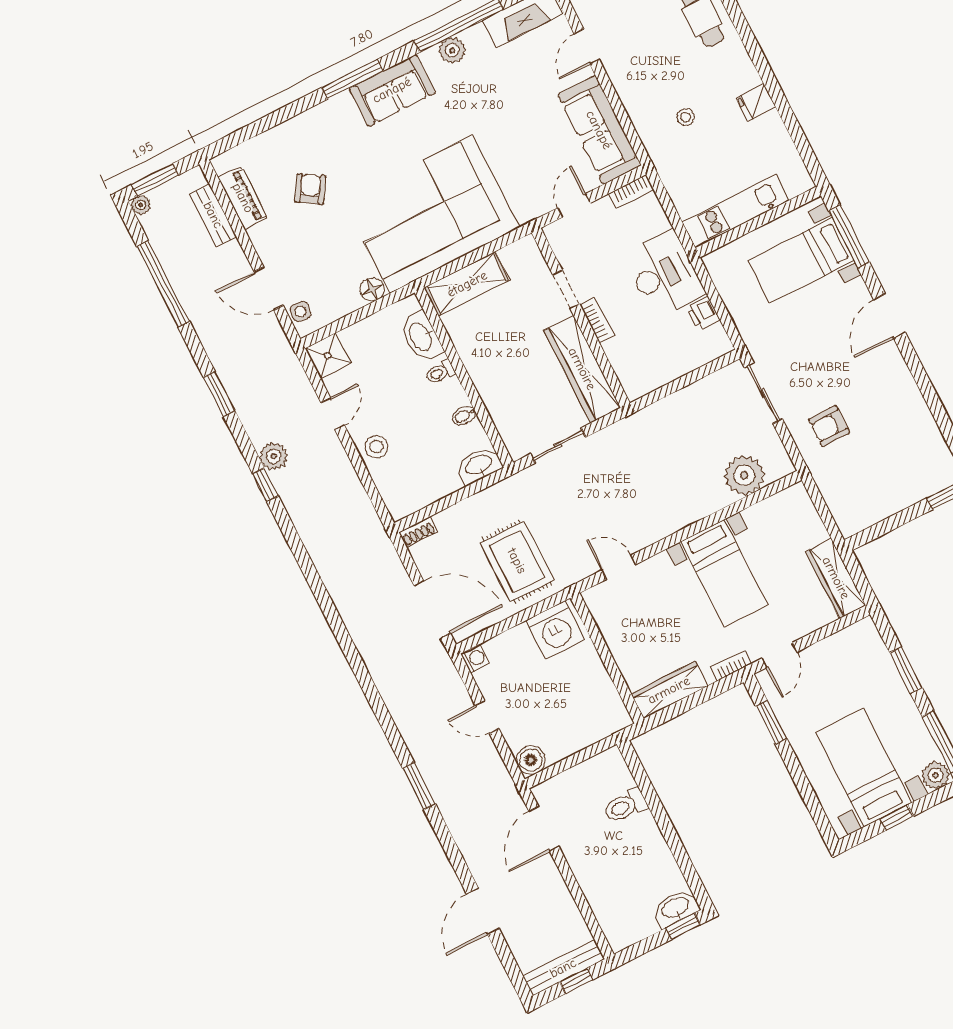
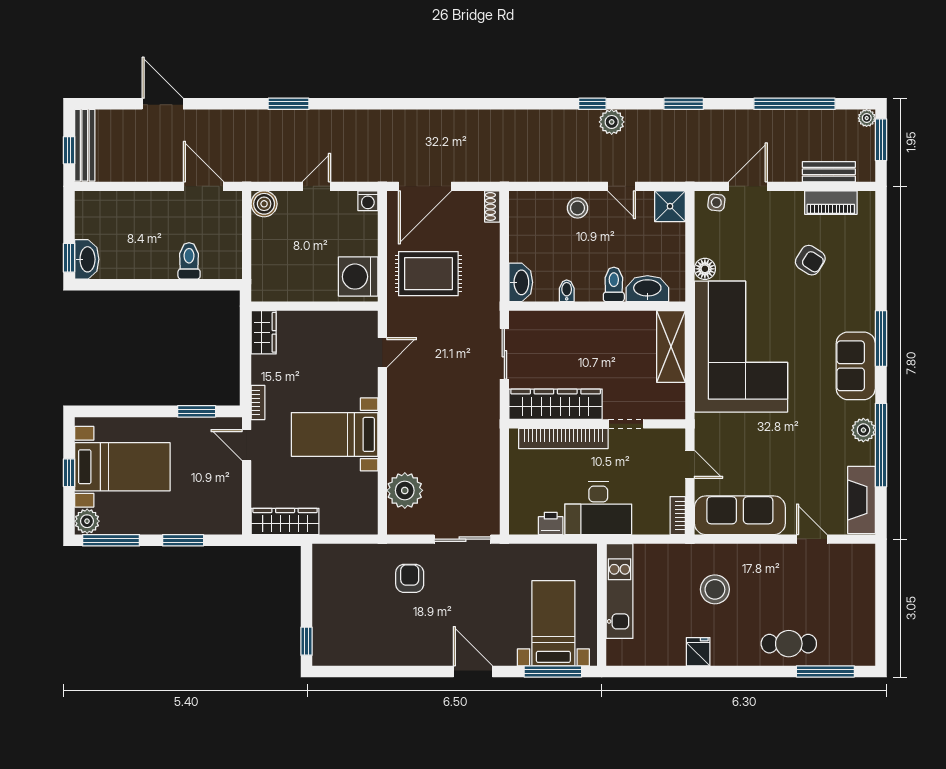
stool: (686, 117) -> (715, 589), width x1.89, depth x1.89
bookcase: (597, 320) -> (563, 438), width x2.31, depth x1.31
toilet: (440, 372) -> (614, 284), width x1.37, depth x1.39
wardrobe: (669, 690) -> (264, 332), width x0.67

